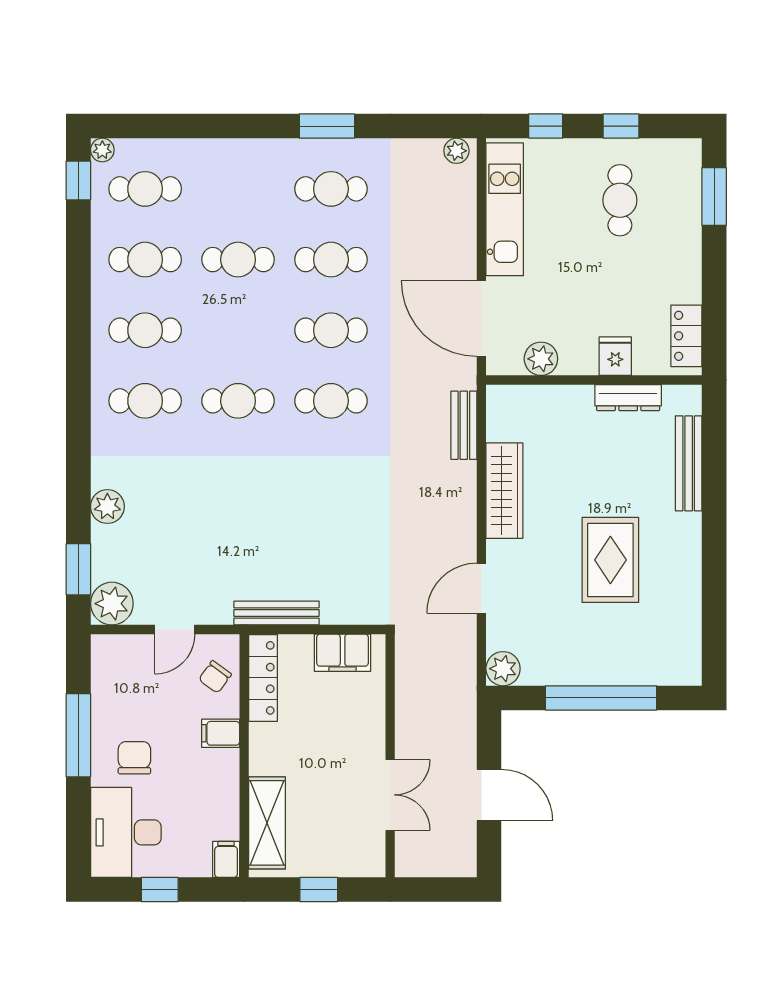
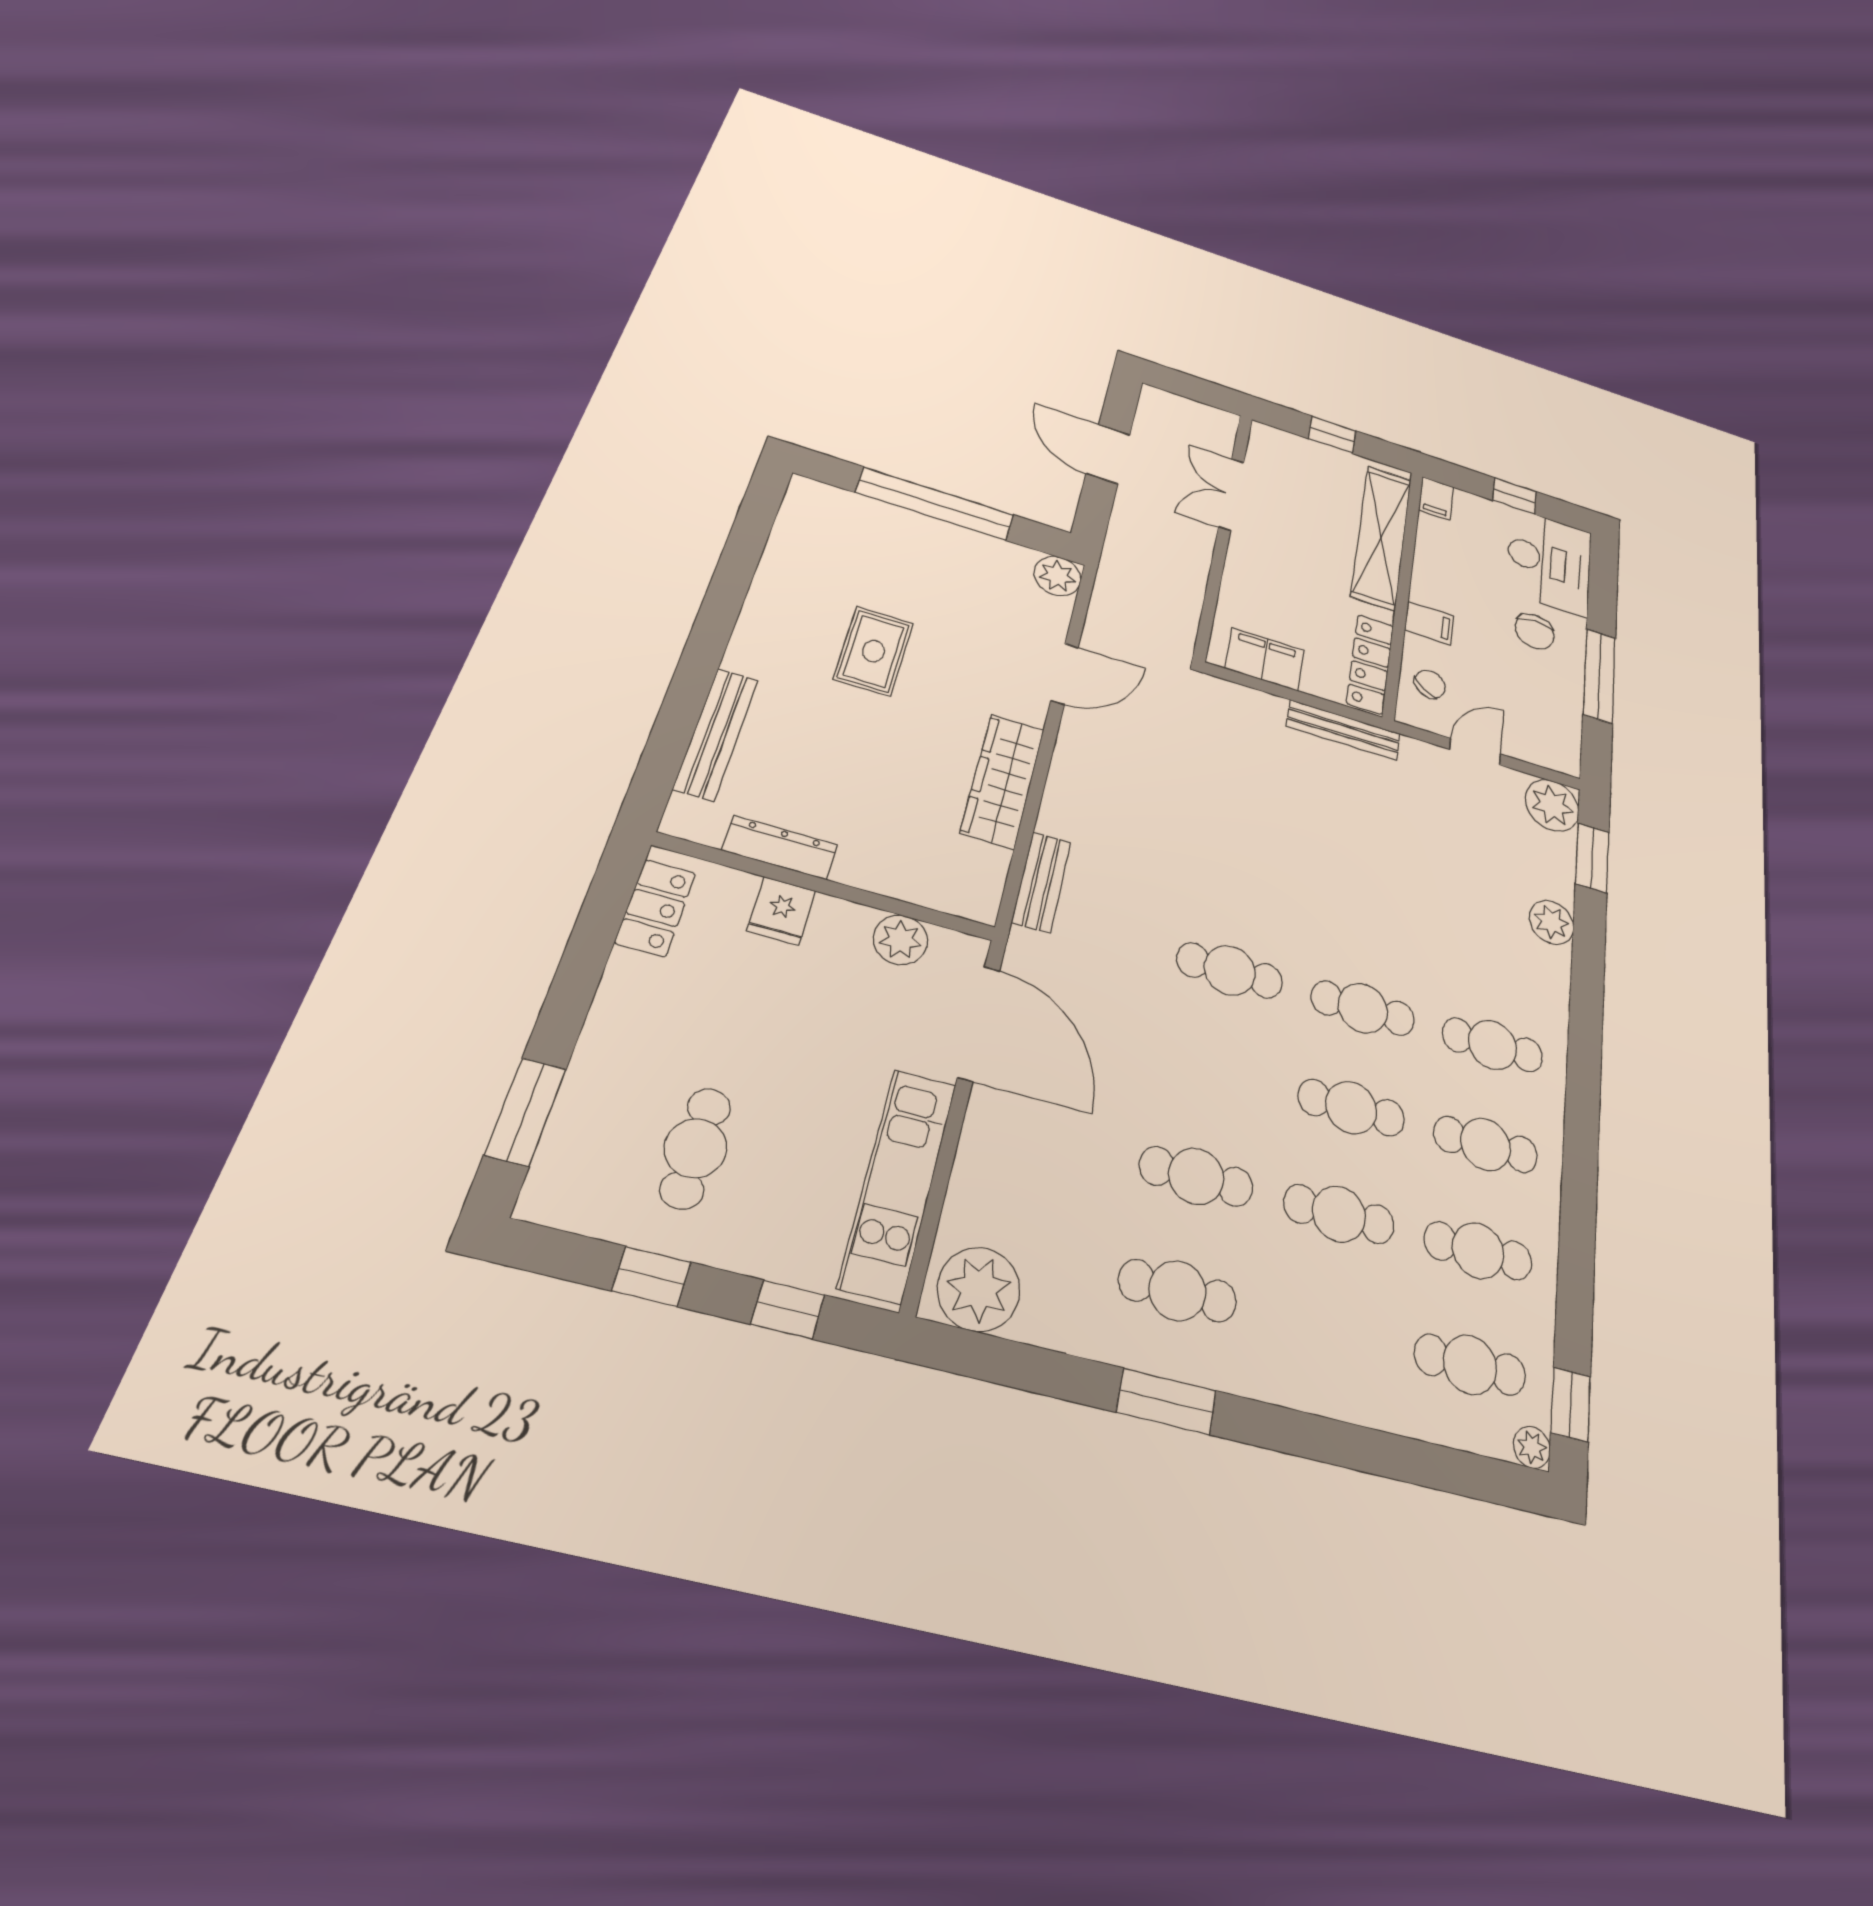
plant: (456, 151) -> (979, 1289), width x1.87, depth x1.87
cafe table: (331, 330) -> (1351, 1108), moved
rug: (610, 560) -> (874, 651), width x0.73, depth x0.70
shelving: (267, 823) -> (1381, 537), width x1.47

